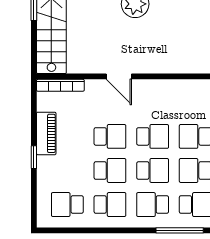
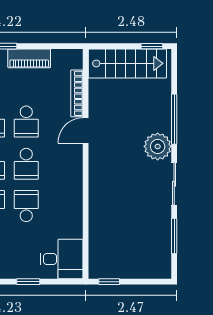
bookcase: (60, 85) -> (77, 93), moved

